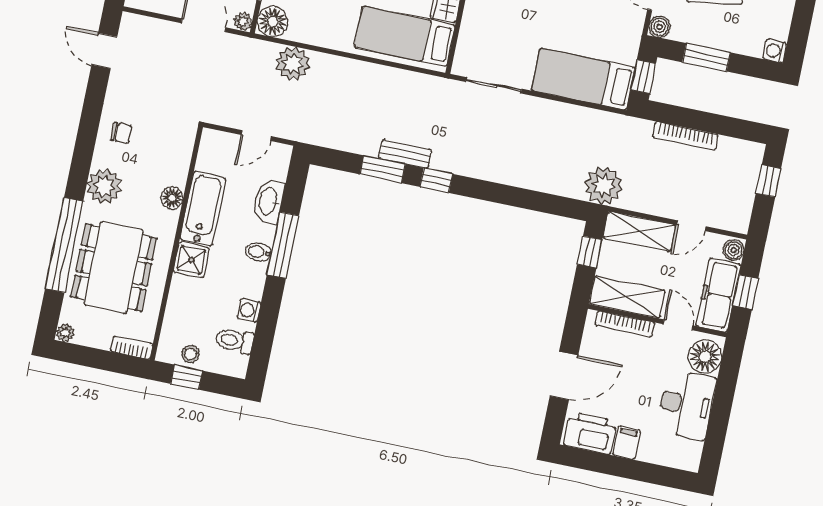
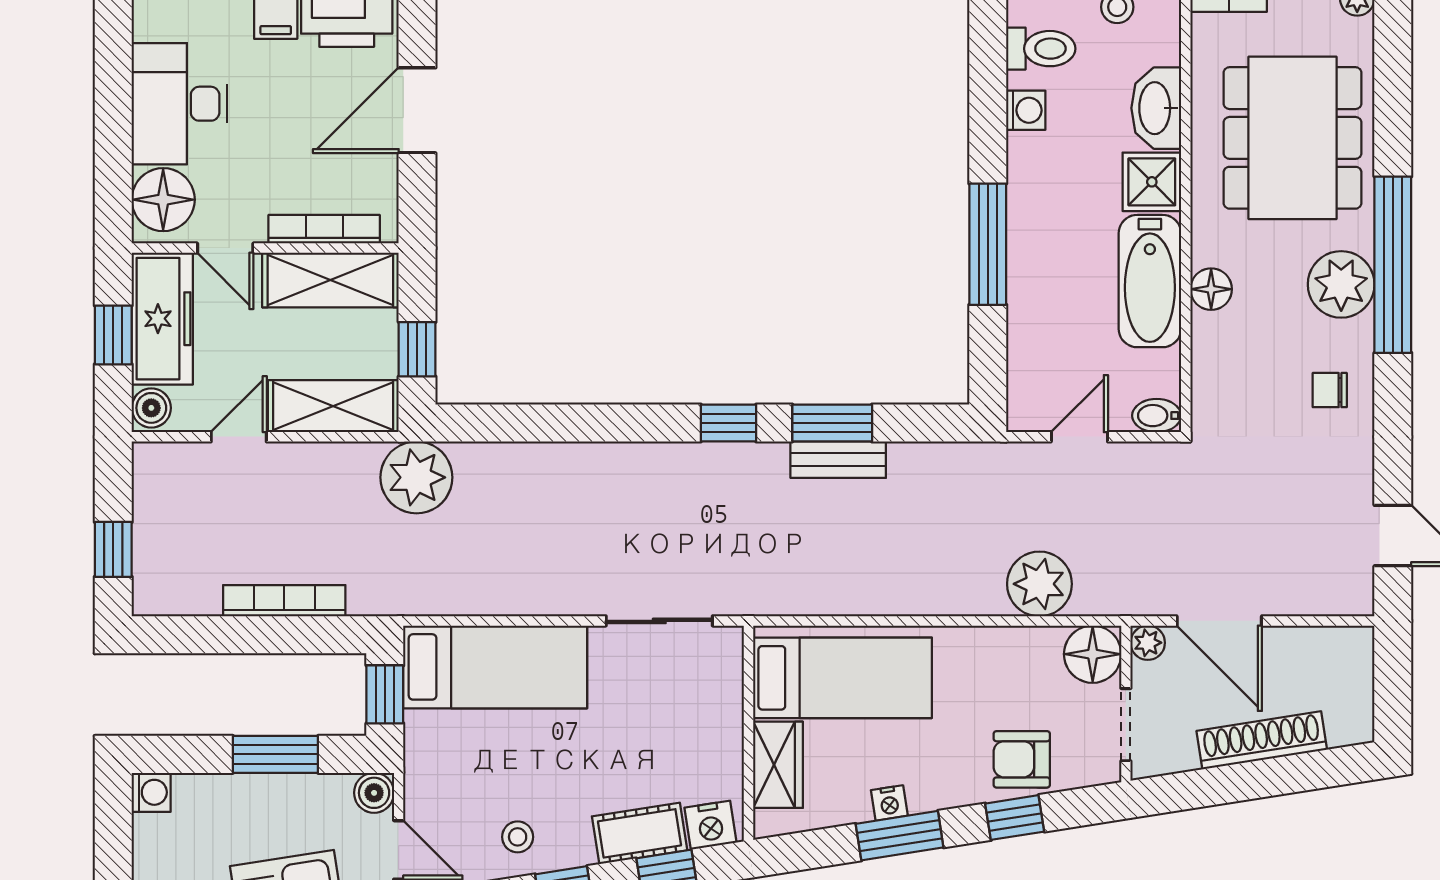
bench: (405, 154) -> (838, 460), moved
washbasin: (269, 201) -> (1156, 108), moved, turned 180
window: (64, 245) -> (1393, 265), moved
bidet: (258, 252) -> (1157, 416), moved, turned 180

